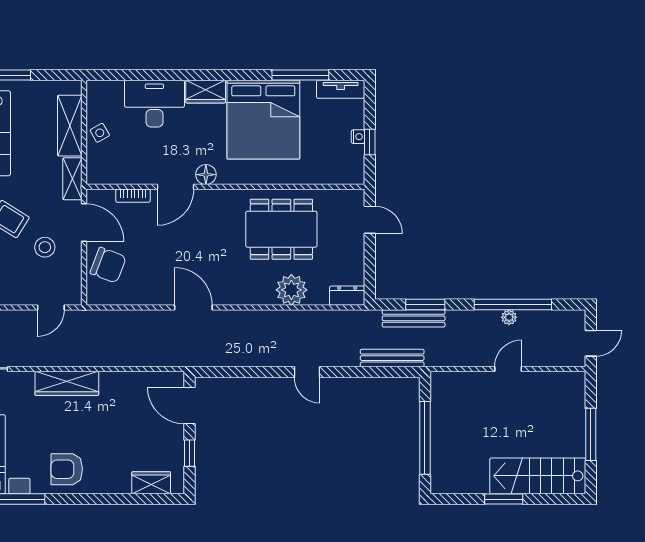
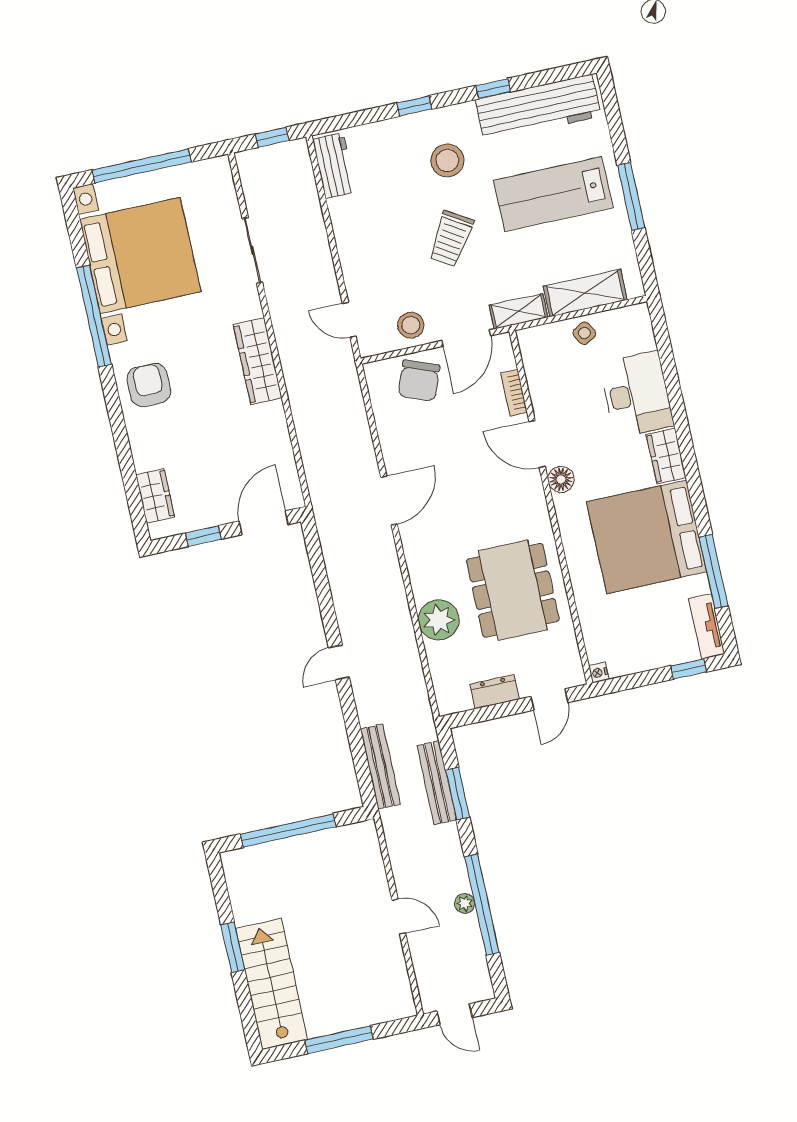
nightstand: (358, 137) -> (599, 673), moved, turned 90
window: (370, 142) -> (689, 669), moved
stool: (45, 247) -> (411, 325), moved
dresser: (347, 296) -> (495, 692), moved, turned -90

